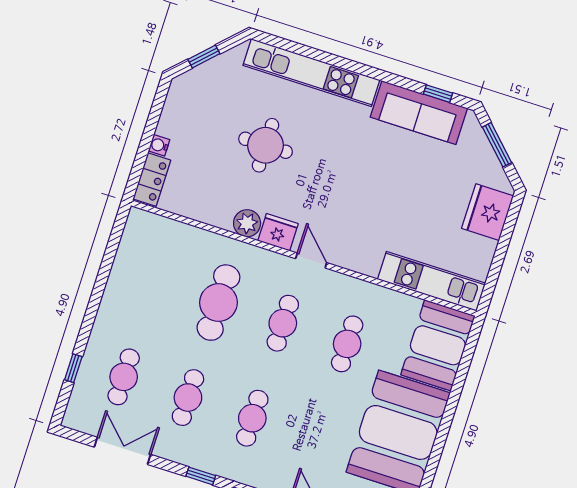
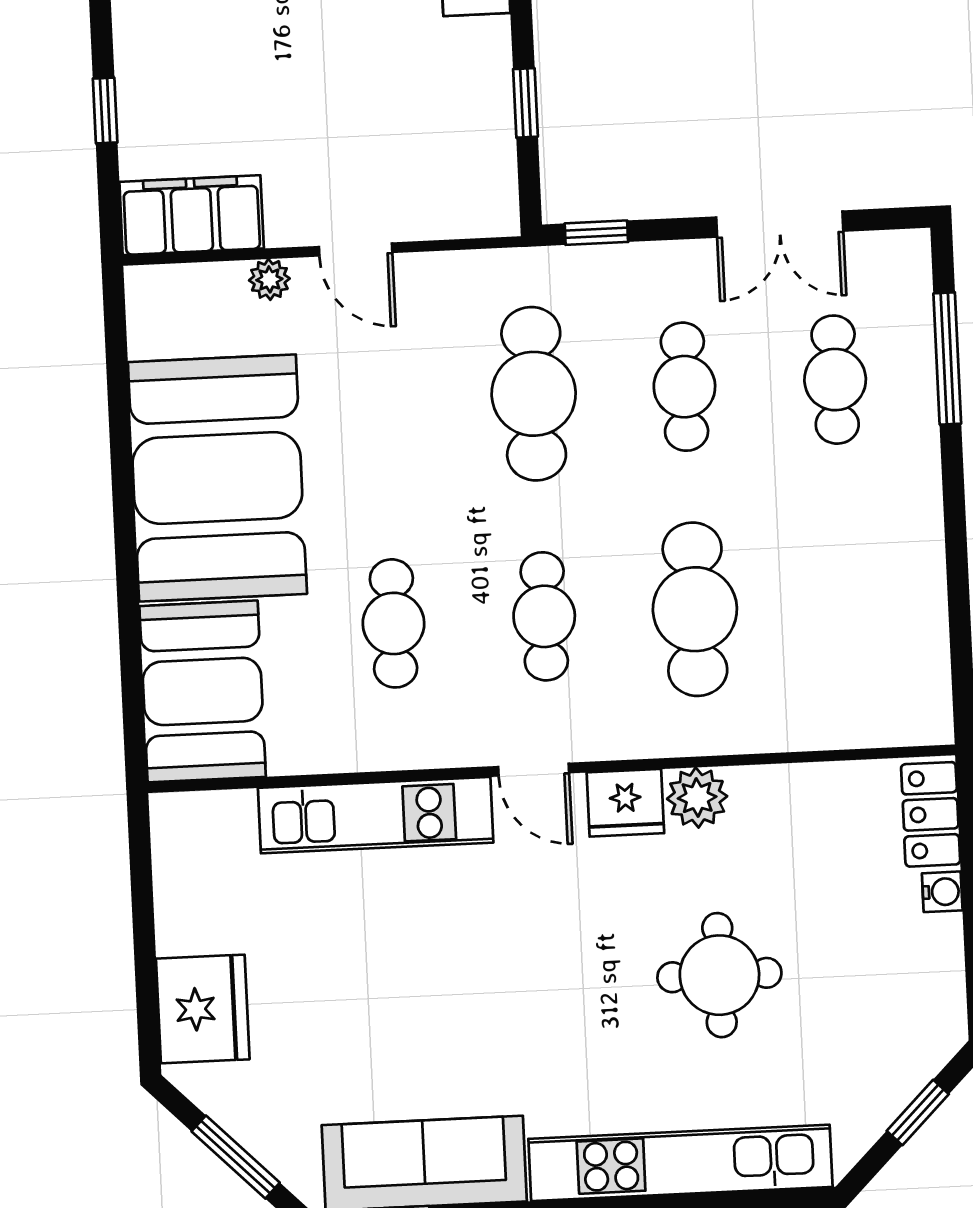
kitchen unit: (432, 281) -> (376, 815), moved
window: (73, 368) -> (947, 358), width x2.17
cafe table: (252, 418) -> (534, 394), width x1.37, depth x1.35

